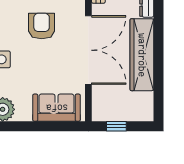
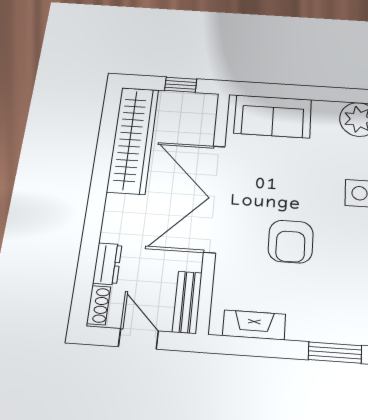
wardrobe: (142, 55) -> (133, 140), moved

